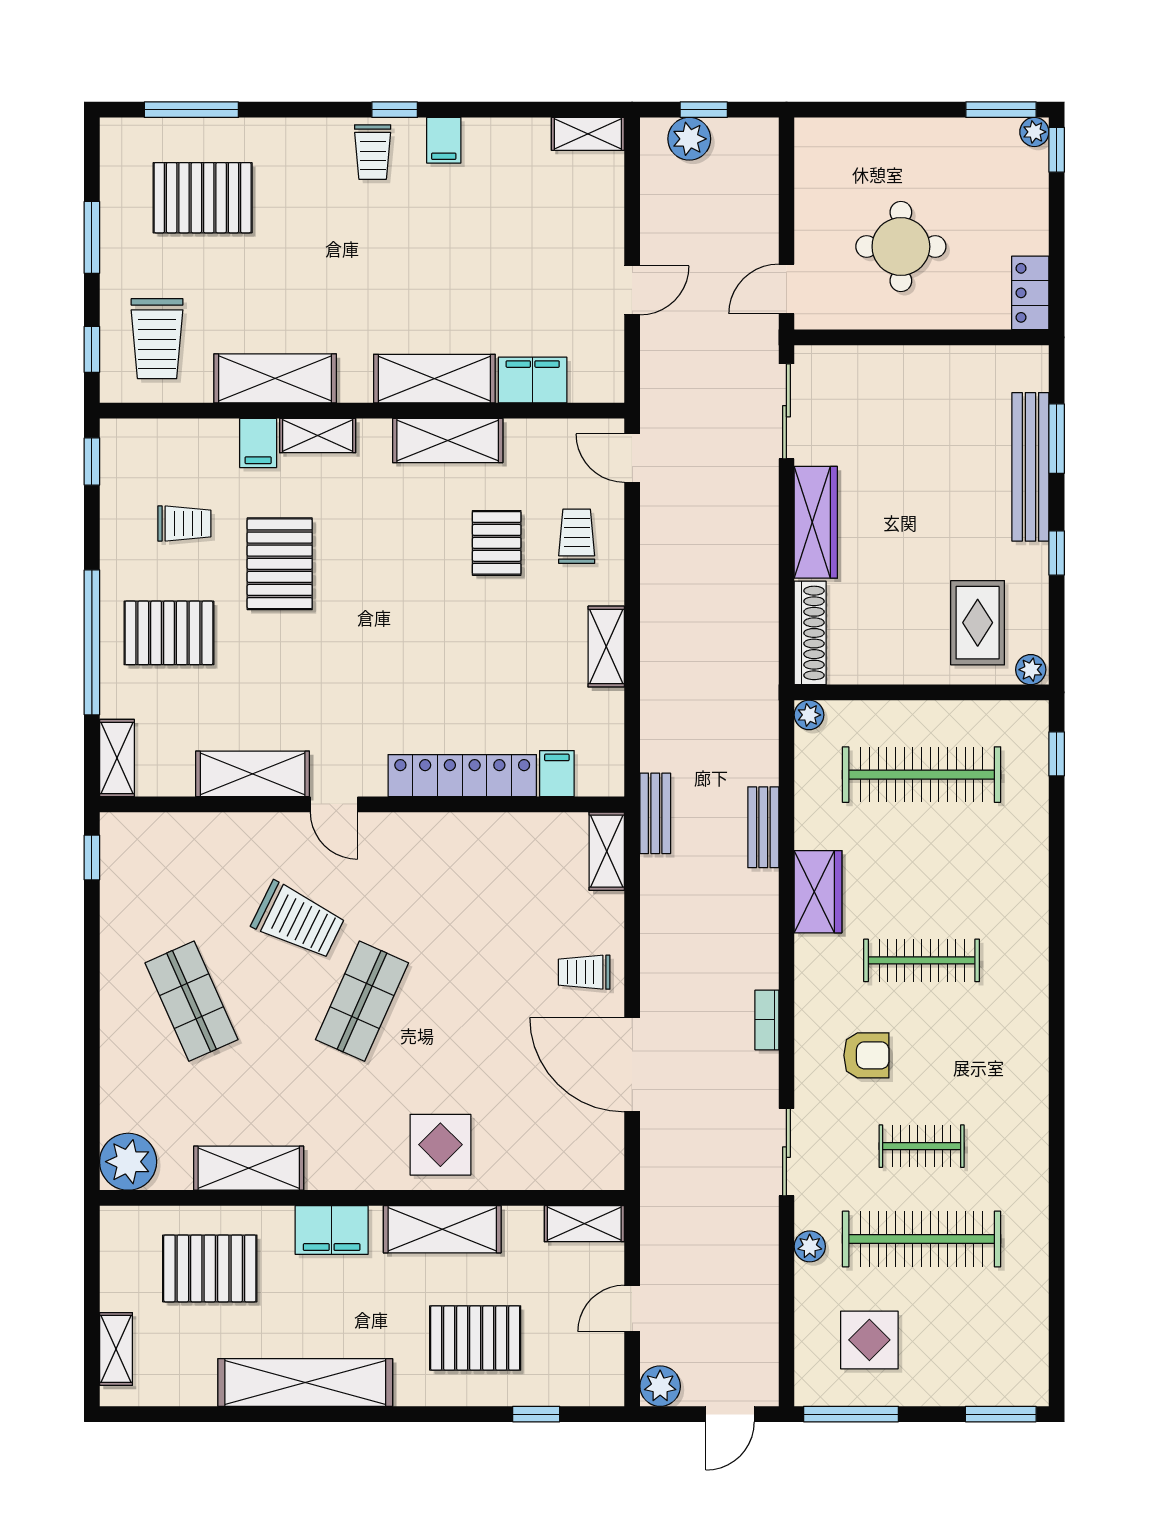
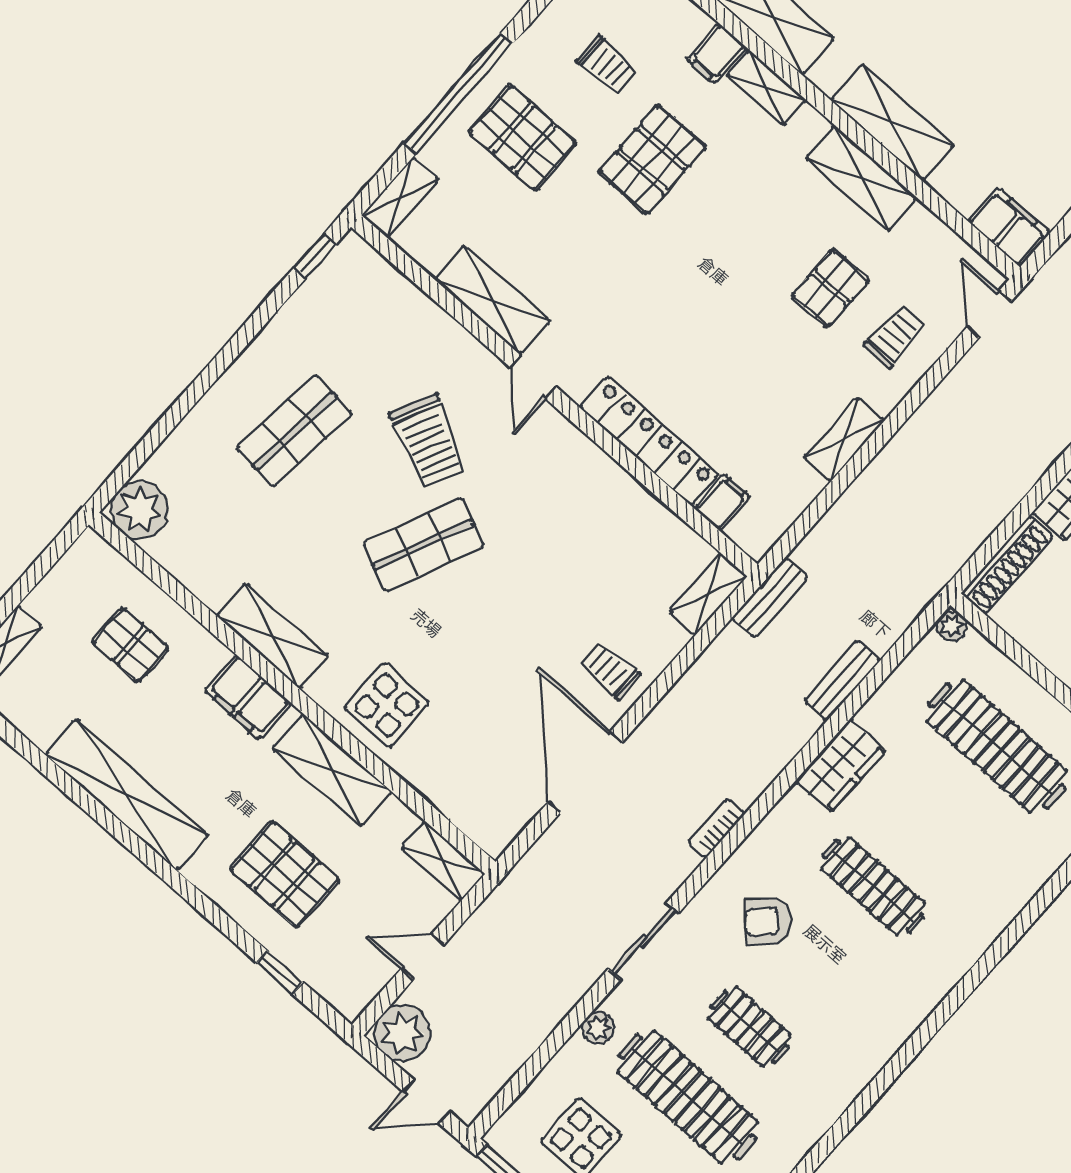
filing cabinet: (533, 380) -> (1009, 227), moved
shop shelf: (192, 1001) -> (295, 431), turned 30
armchair: (866, 1055) -> (768, 921), turned 136
shelving: (249, 1168) -> (273, 636), moved
pallet: (210, 1268) -> (130, 645), width x0.67, depth x0.71
plant: (660, 1386) -> (403, 1033), width x1.36, depth x1.36

